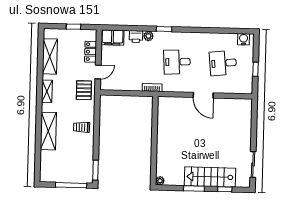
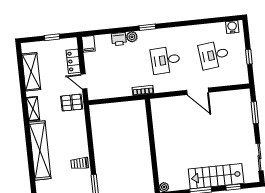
filing cabinet: (112, 38) -> (88, 44), width x0.50
door: (98, 72) -> (84, 82), swing flipped
pallet: (84, 90) -> (72, 103), turned 90
window: (254, 122) -> (255, 113), added
trolley: (82, 127) -> (80, 163), moved
shelving: (48, 131) -> (40, 150), width x1.47

